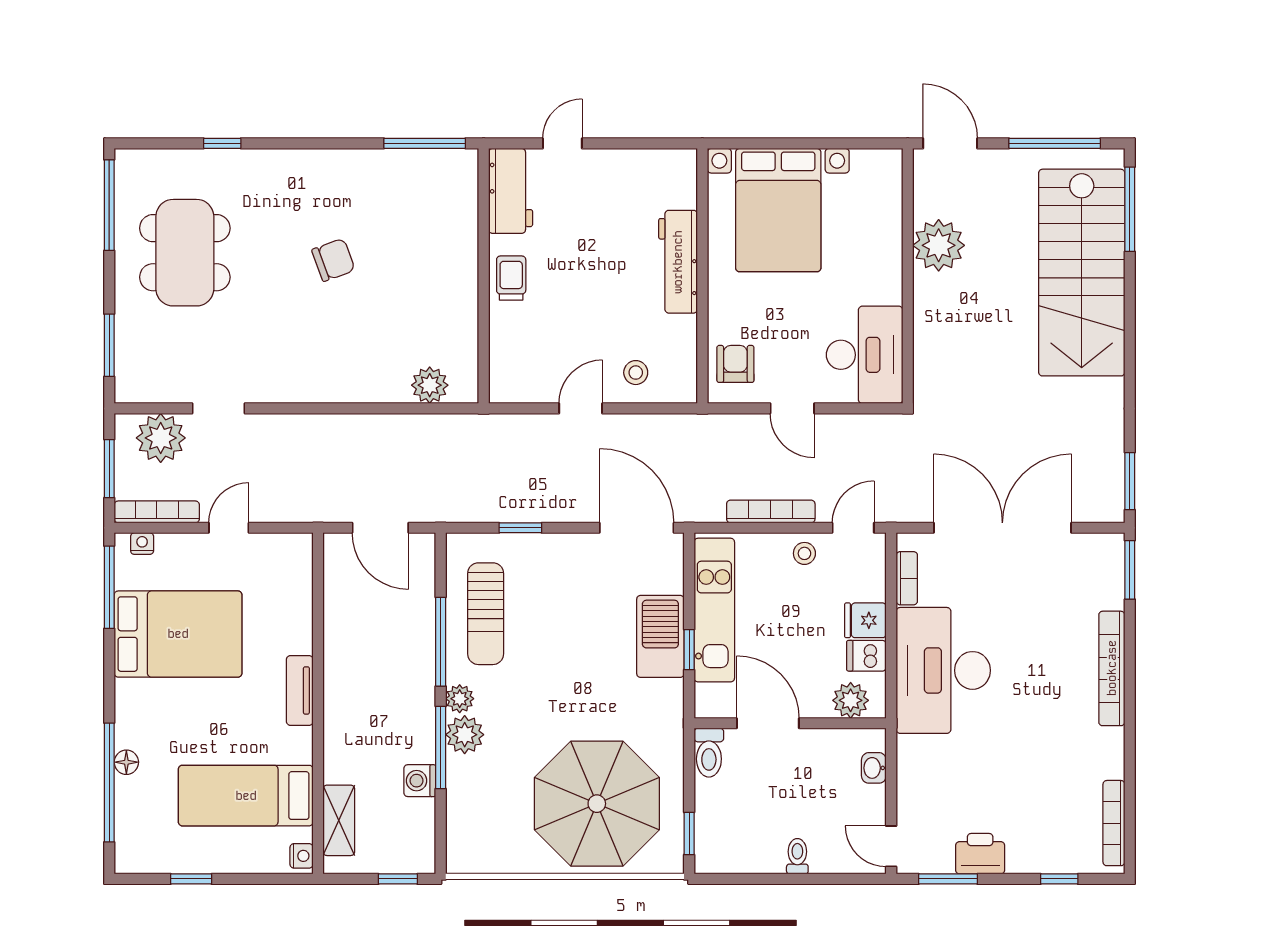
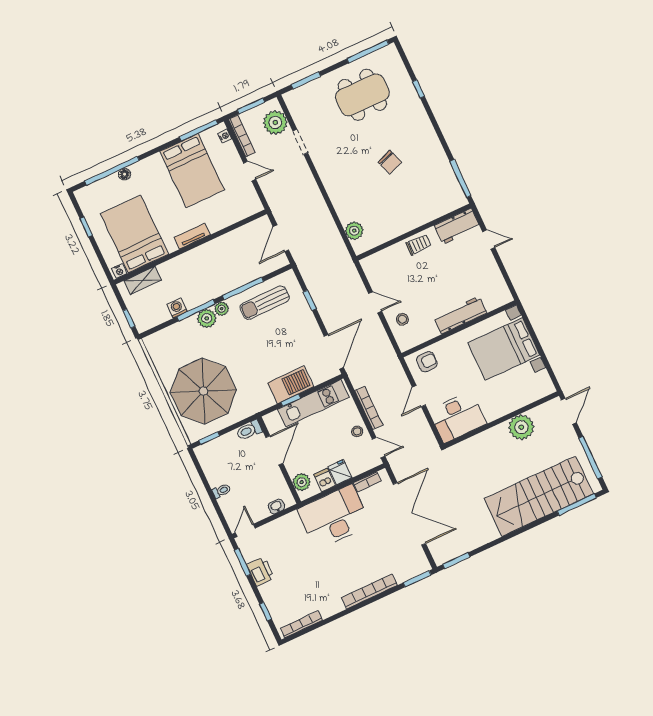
bed: (246, 796) -> (134, 234), width x1.50

